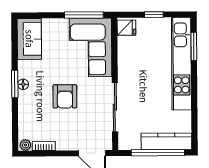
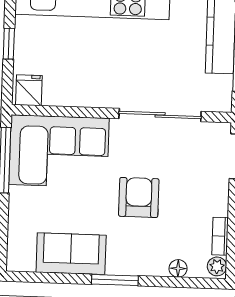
sofa: (29, 39) -> (71, 254), moved
floor lamp: (23, 84) -> (178, 268), moved
armchair: (65, 96) -> (139, 197), turned -90

